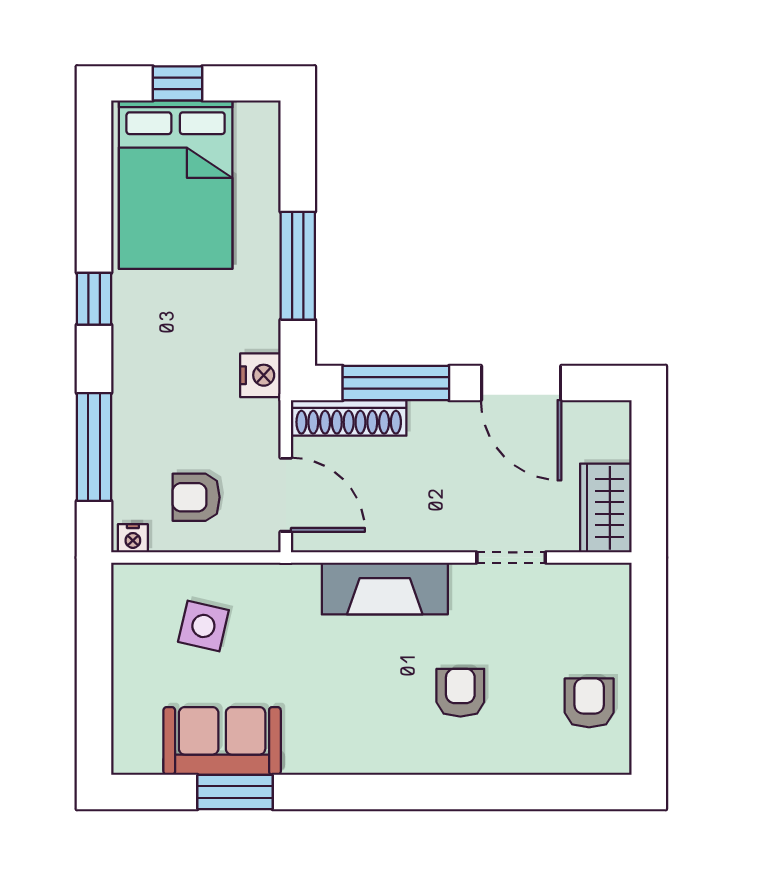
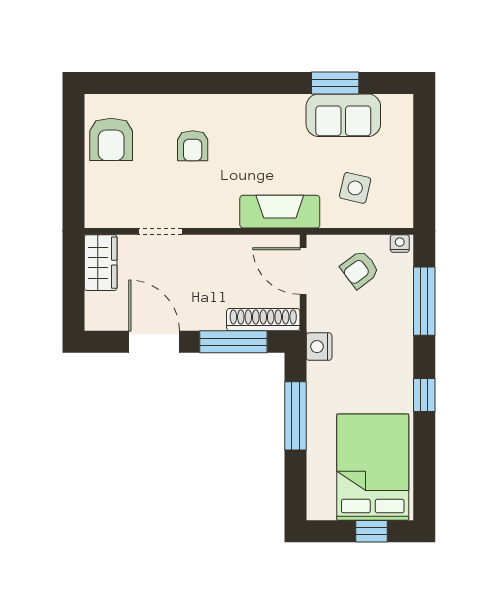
armchair: (196, 497) -> (360, 269), turned 143
fireplace: (385, 589) -> (280, 212), moved
armchair: (589, 703) -> (111, 139), width x1.38, depth x1.38

